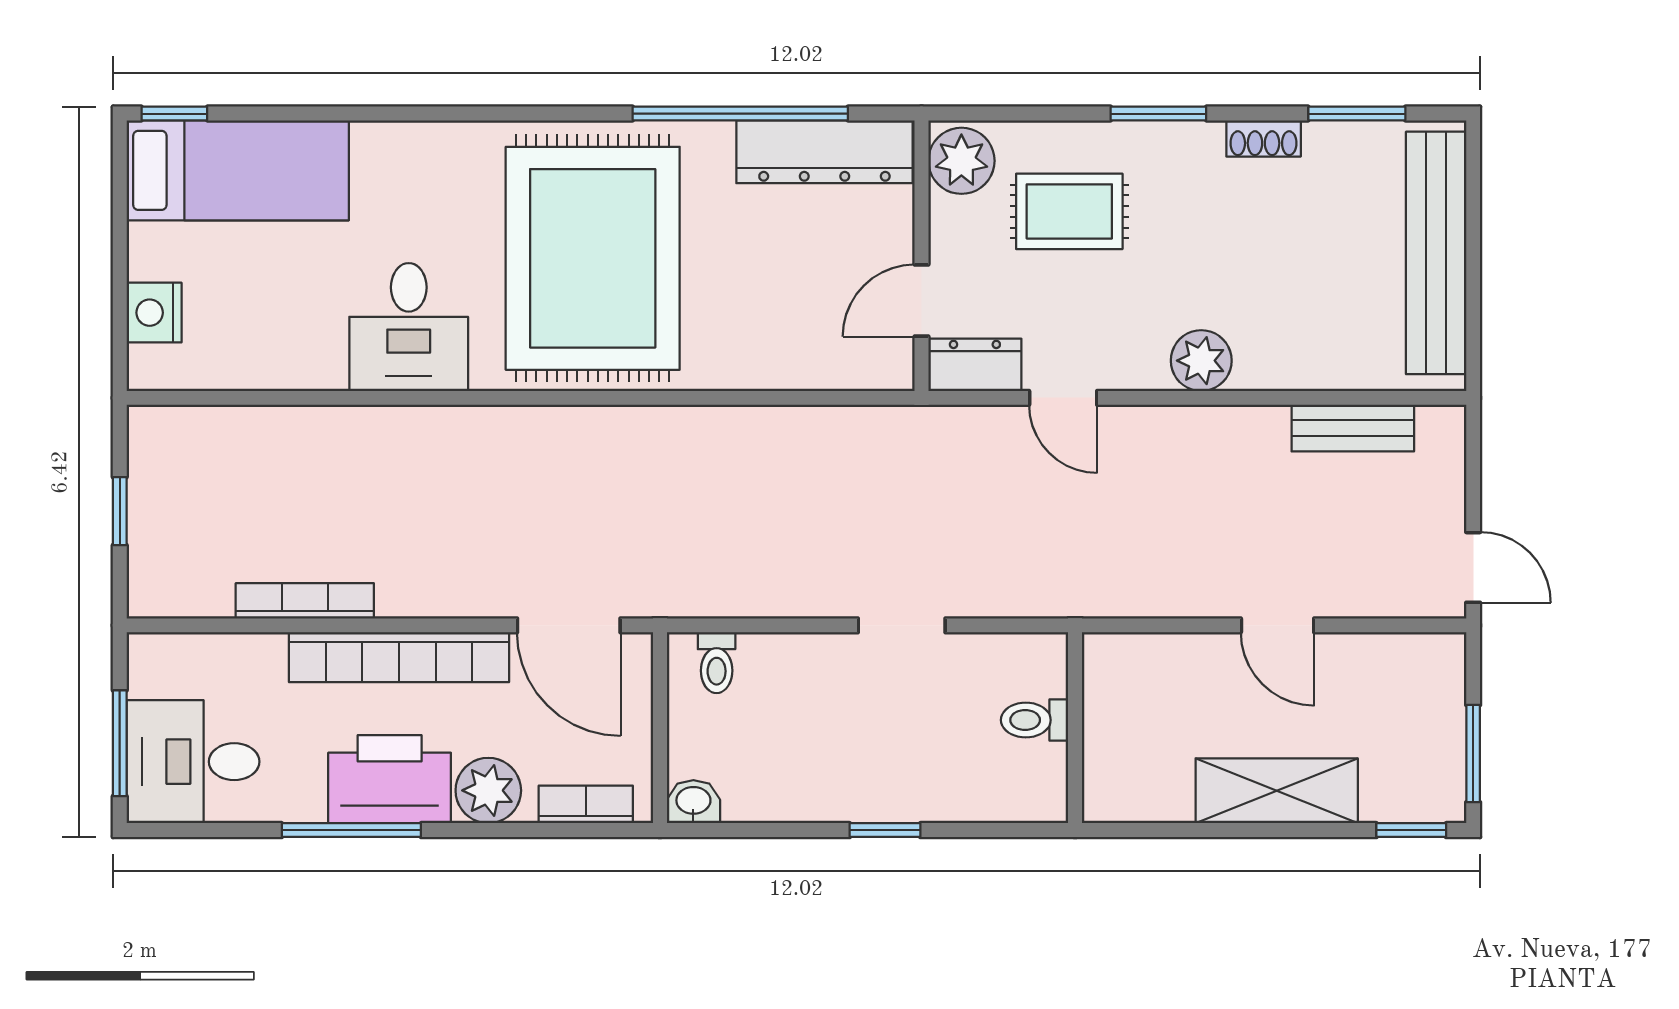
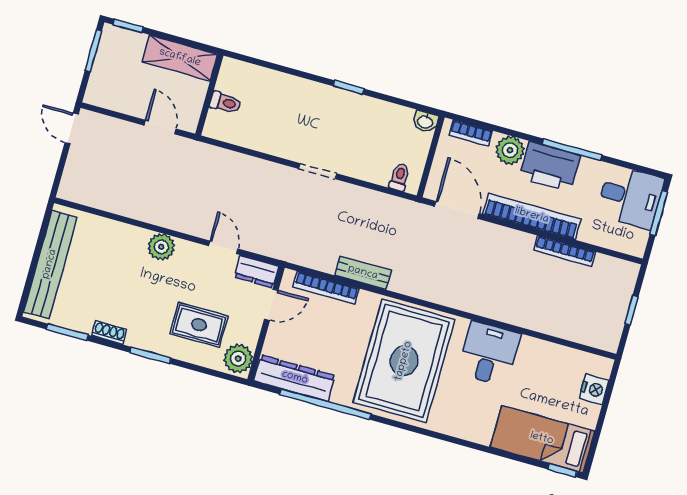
bookcase: (811, 372) -> (326, 288), added
bench: (1353, 428) -> (363, 273), moved
toilet: (1035, 720) -> (225, 103), moved
wall: (1075, 728) -> (209, 95), moved

